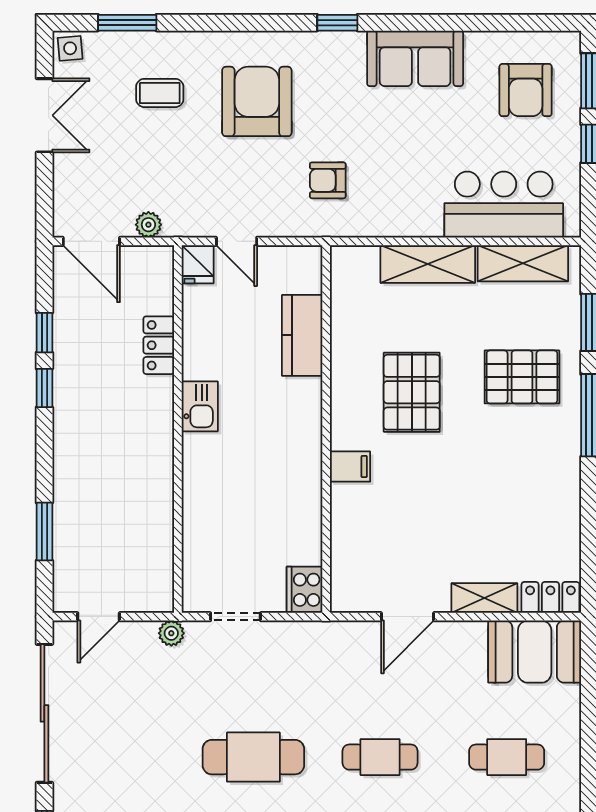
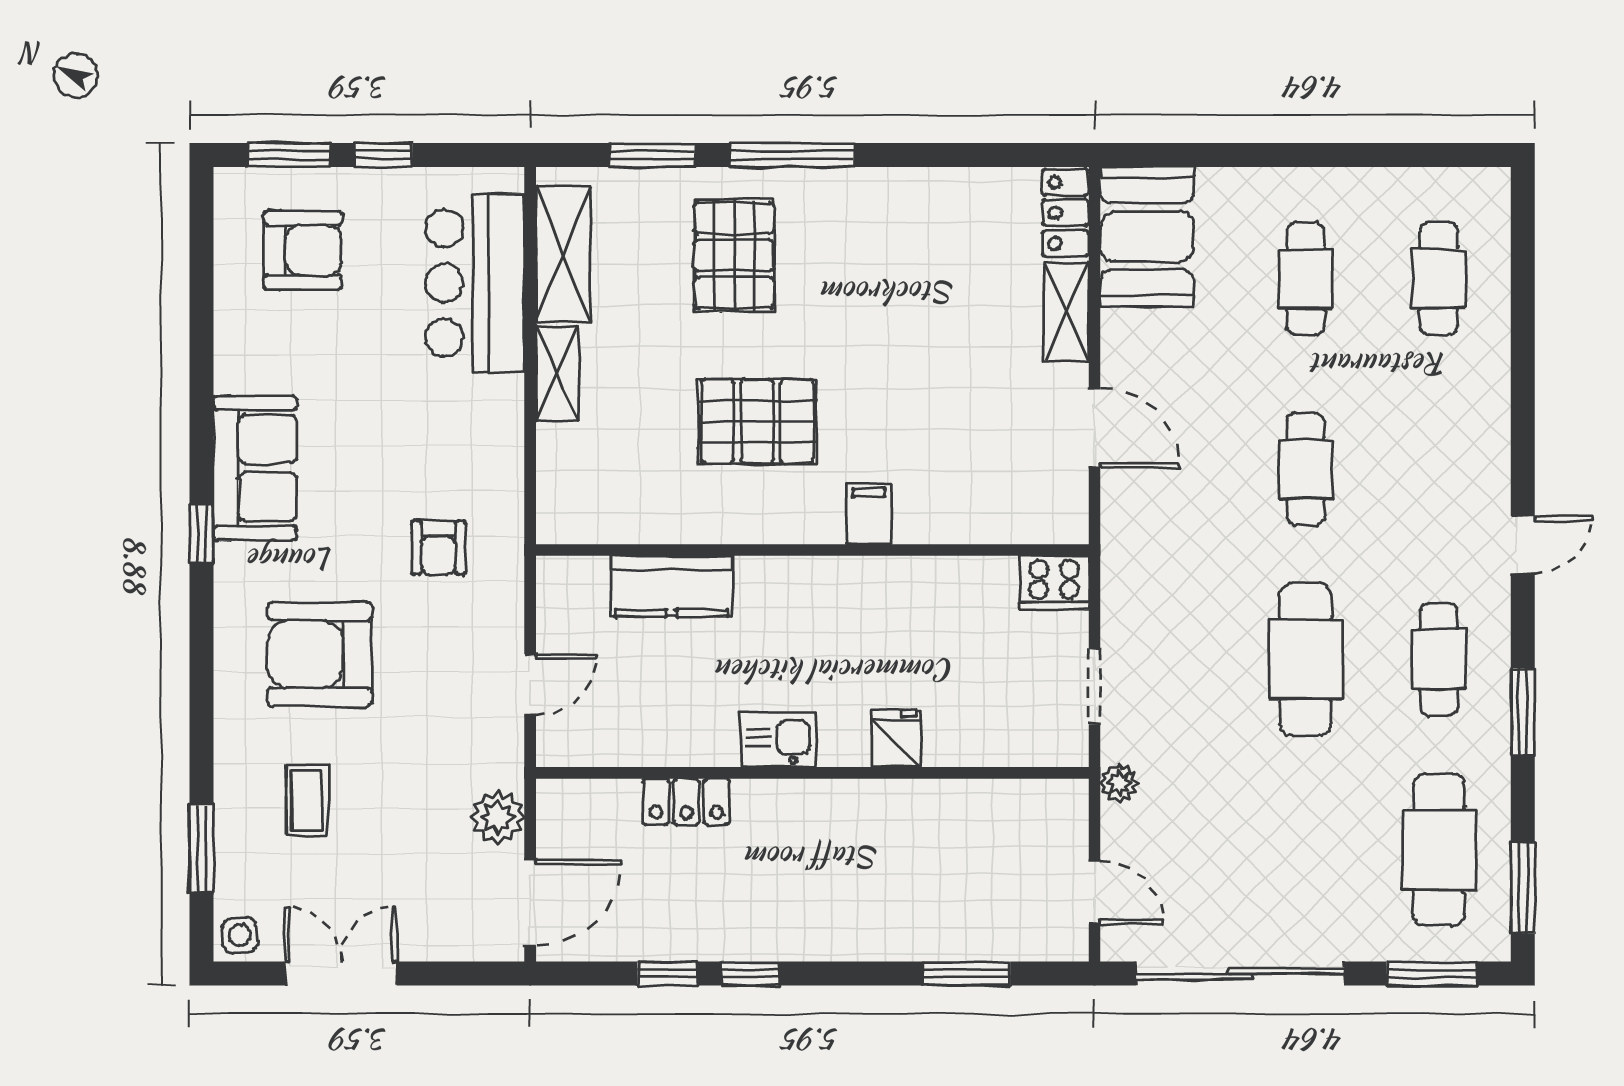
sofa: (415, 58) -> (255, 468), moved
plant: (148, 225) -> (498, 817), width x1.38, depth x1.38
fridge: (198, 264) -> (896, 739), moved, turned -90
shelving: (428, 264) -> (557, 374), width x0.67, depth x0.75

